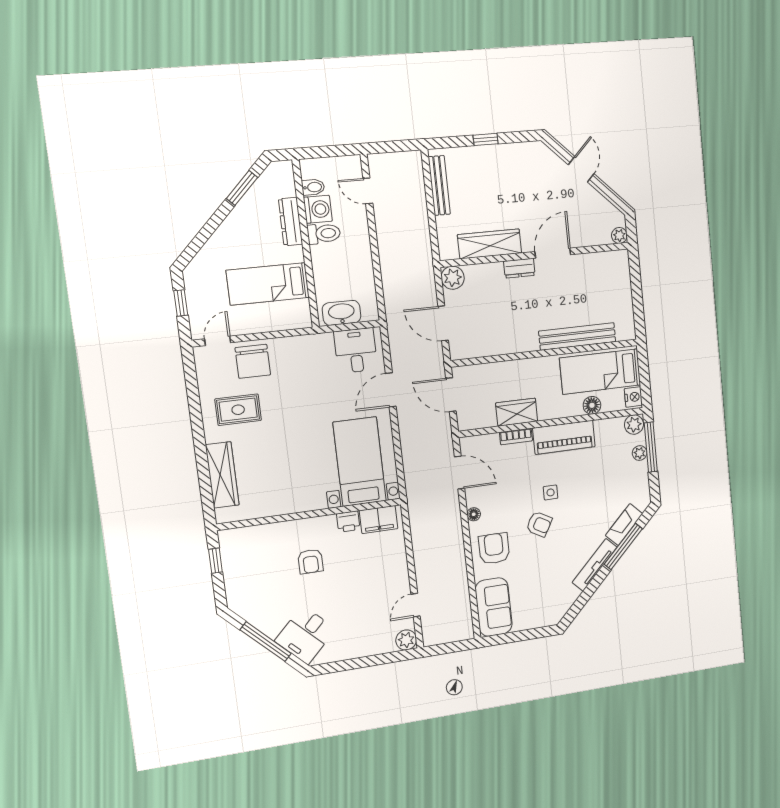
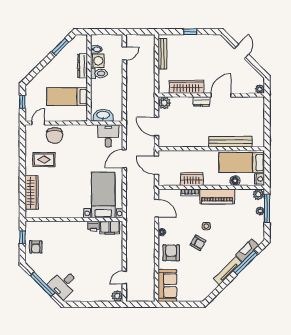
door: (368, 191) -> (124, 53), swing flipped
armchair: (311, 561) -> (36, 247), moved

